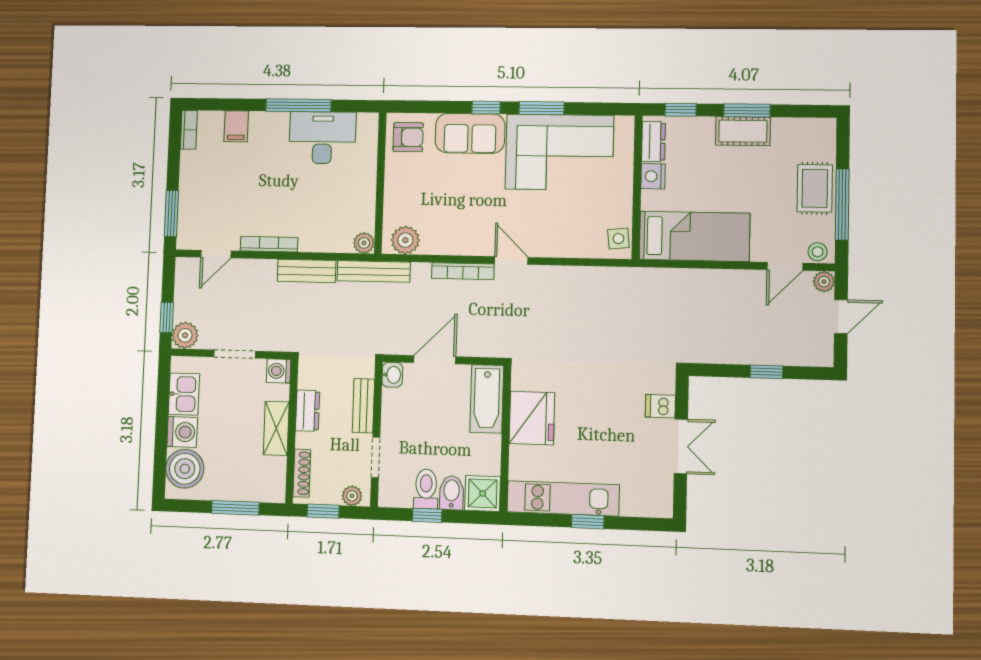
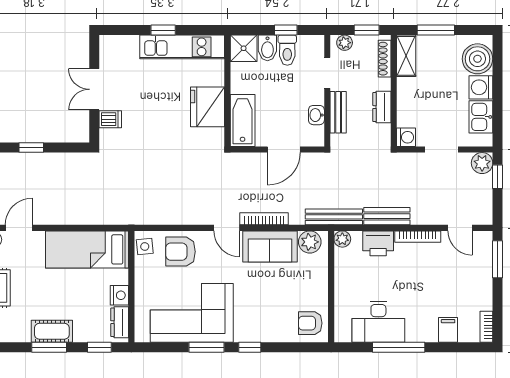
sofa: (470, 133) -> (270, 246), moved, turned 180
armchair: (572, 231) -> (180, 252), added
printer: (319, 237) -> (378, 243), added
door: (216, 254) -> (460, 228), swing flipped
washbasin: (392, 375) -> (316, 115), moved
shelving: (276, 428) -> (406, 56), moved

